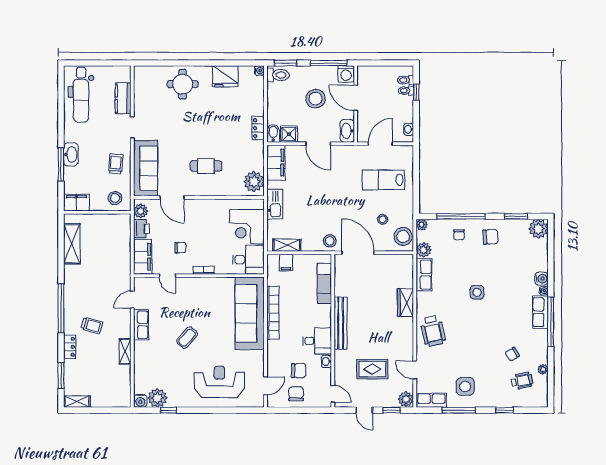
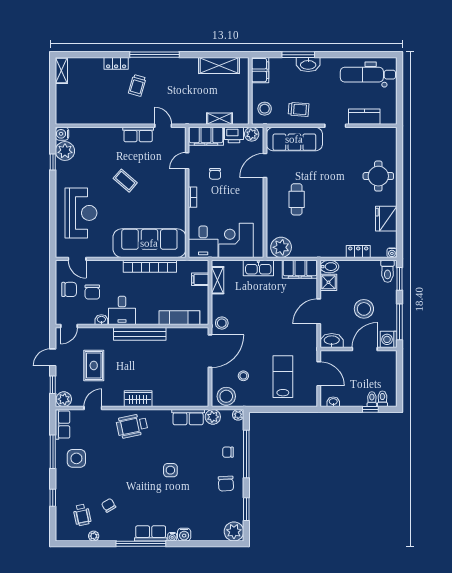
locker: (258, 128) -> (358, 251), moved
wardrobe: (405, 303) -> (138, 399), moved
shelving: (125, 351) -> (219, 119), moved
window: (61, 376) -> (87, 55), removed

